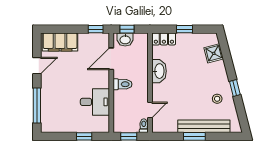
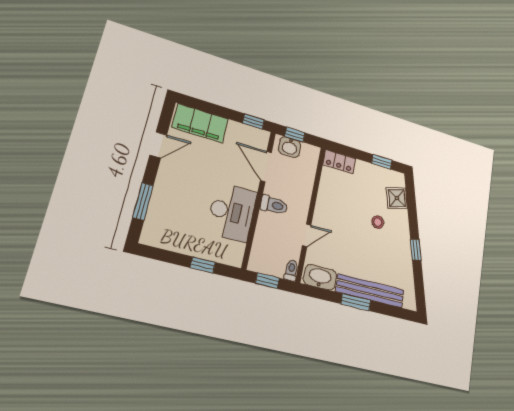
window: (185, 29) -> (382, 162), moved
door: (111, 59) -> (266, 167), hinge flipped
washbasin: (159, 71) -> (320, 277), moved, turned -90
stool: (217, 99) -> (378, 222), moved
desk: (95, 102) -> (232, 212), width x1.37
window: (37, 106) -> (143, 201), width x0.69
door: (150, 110) -> (307, 235), moved

